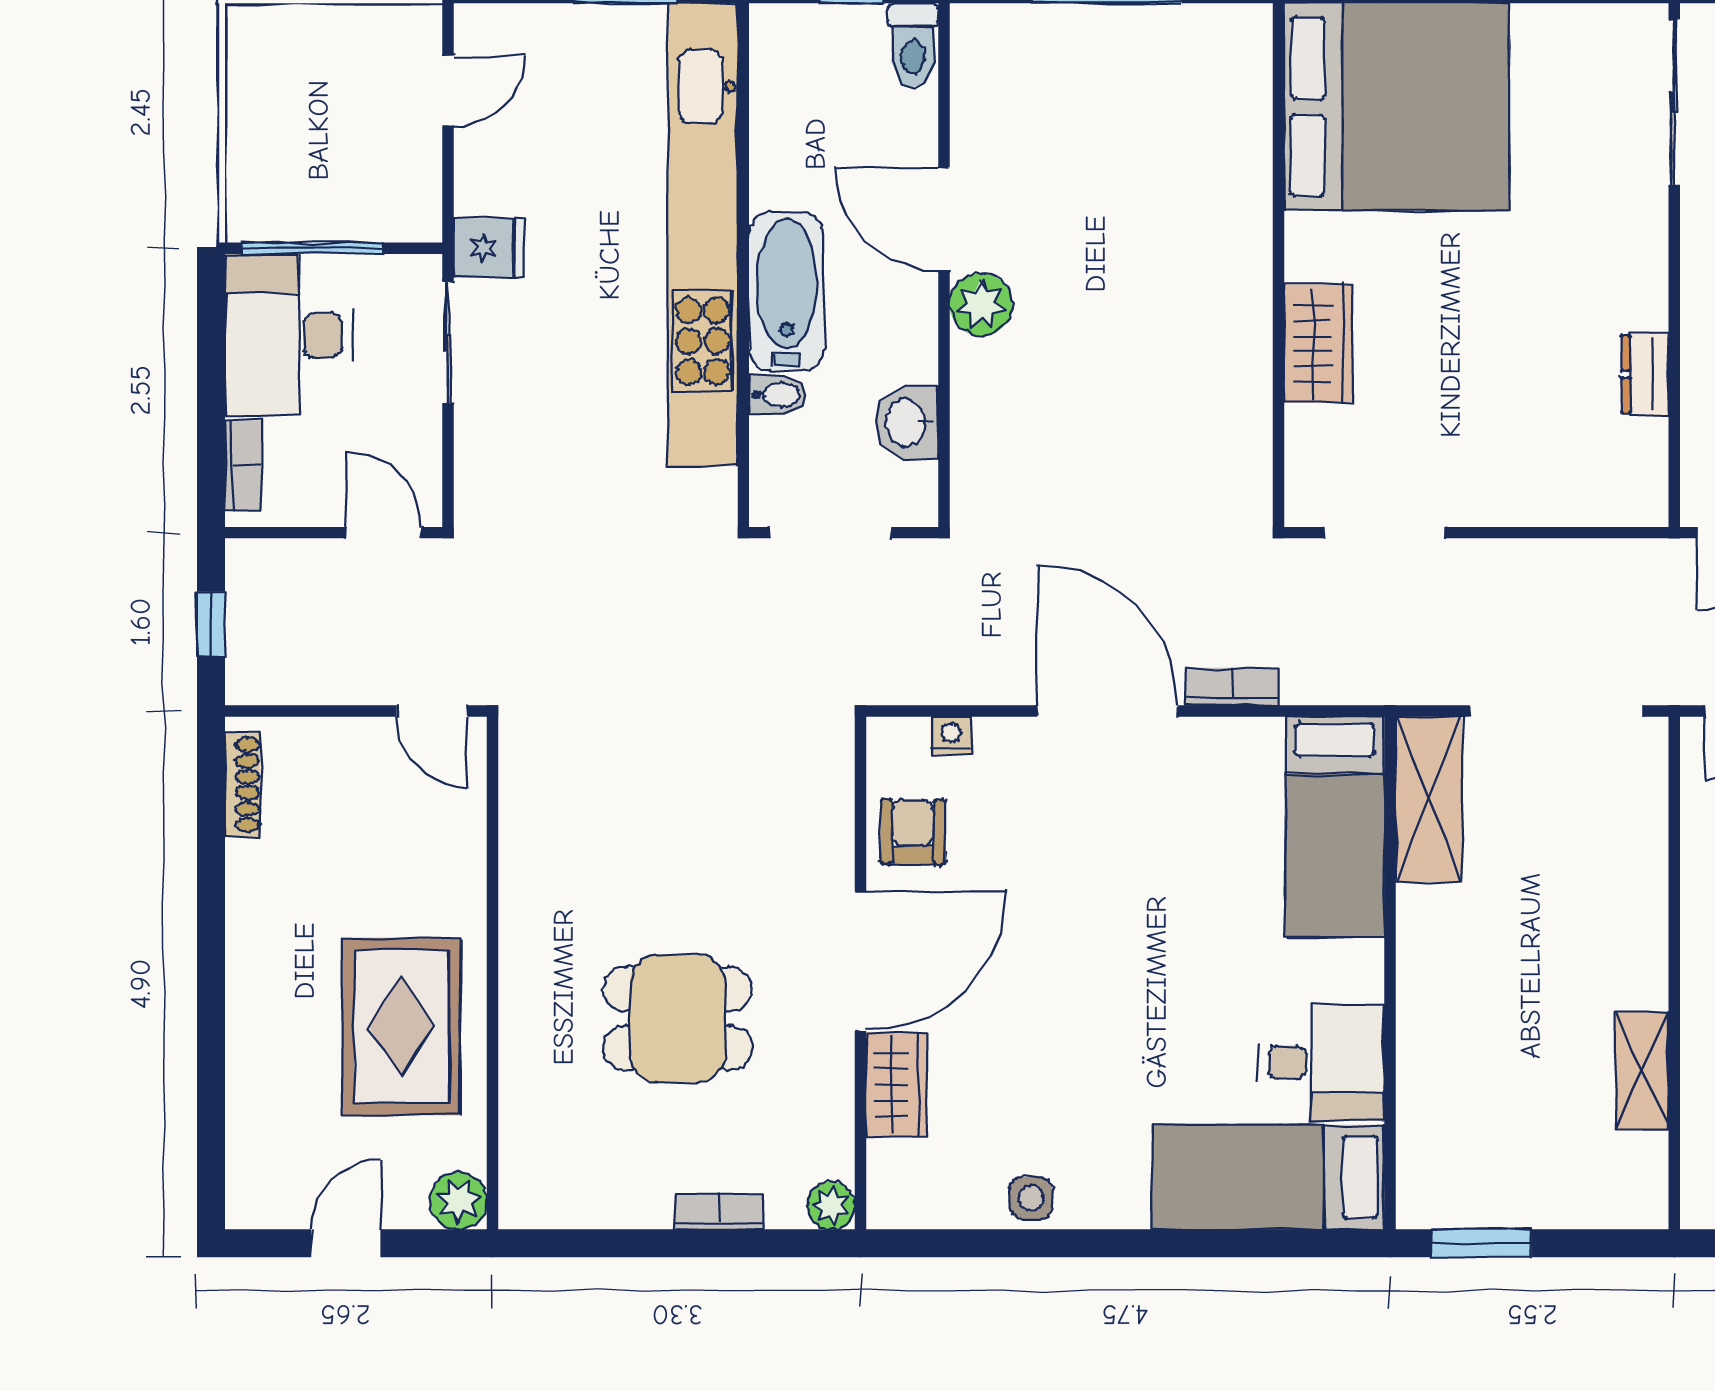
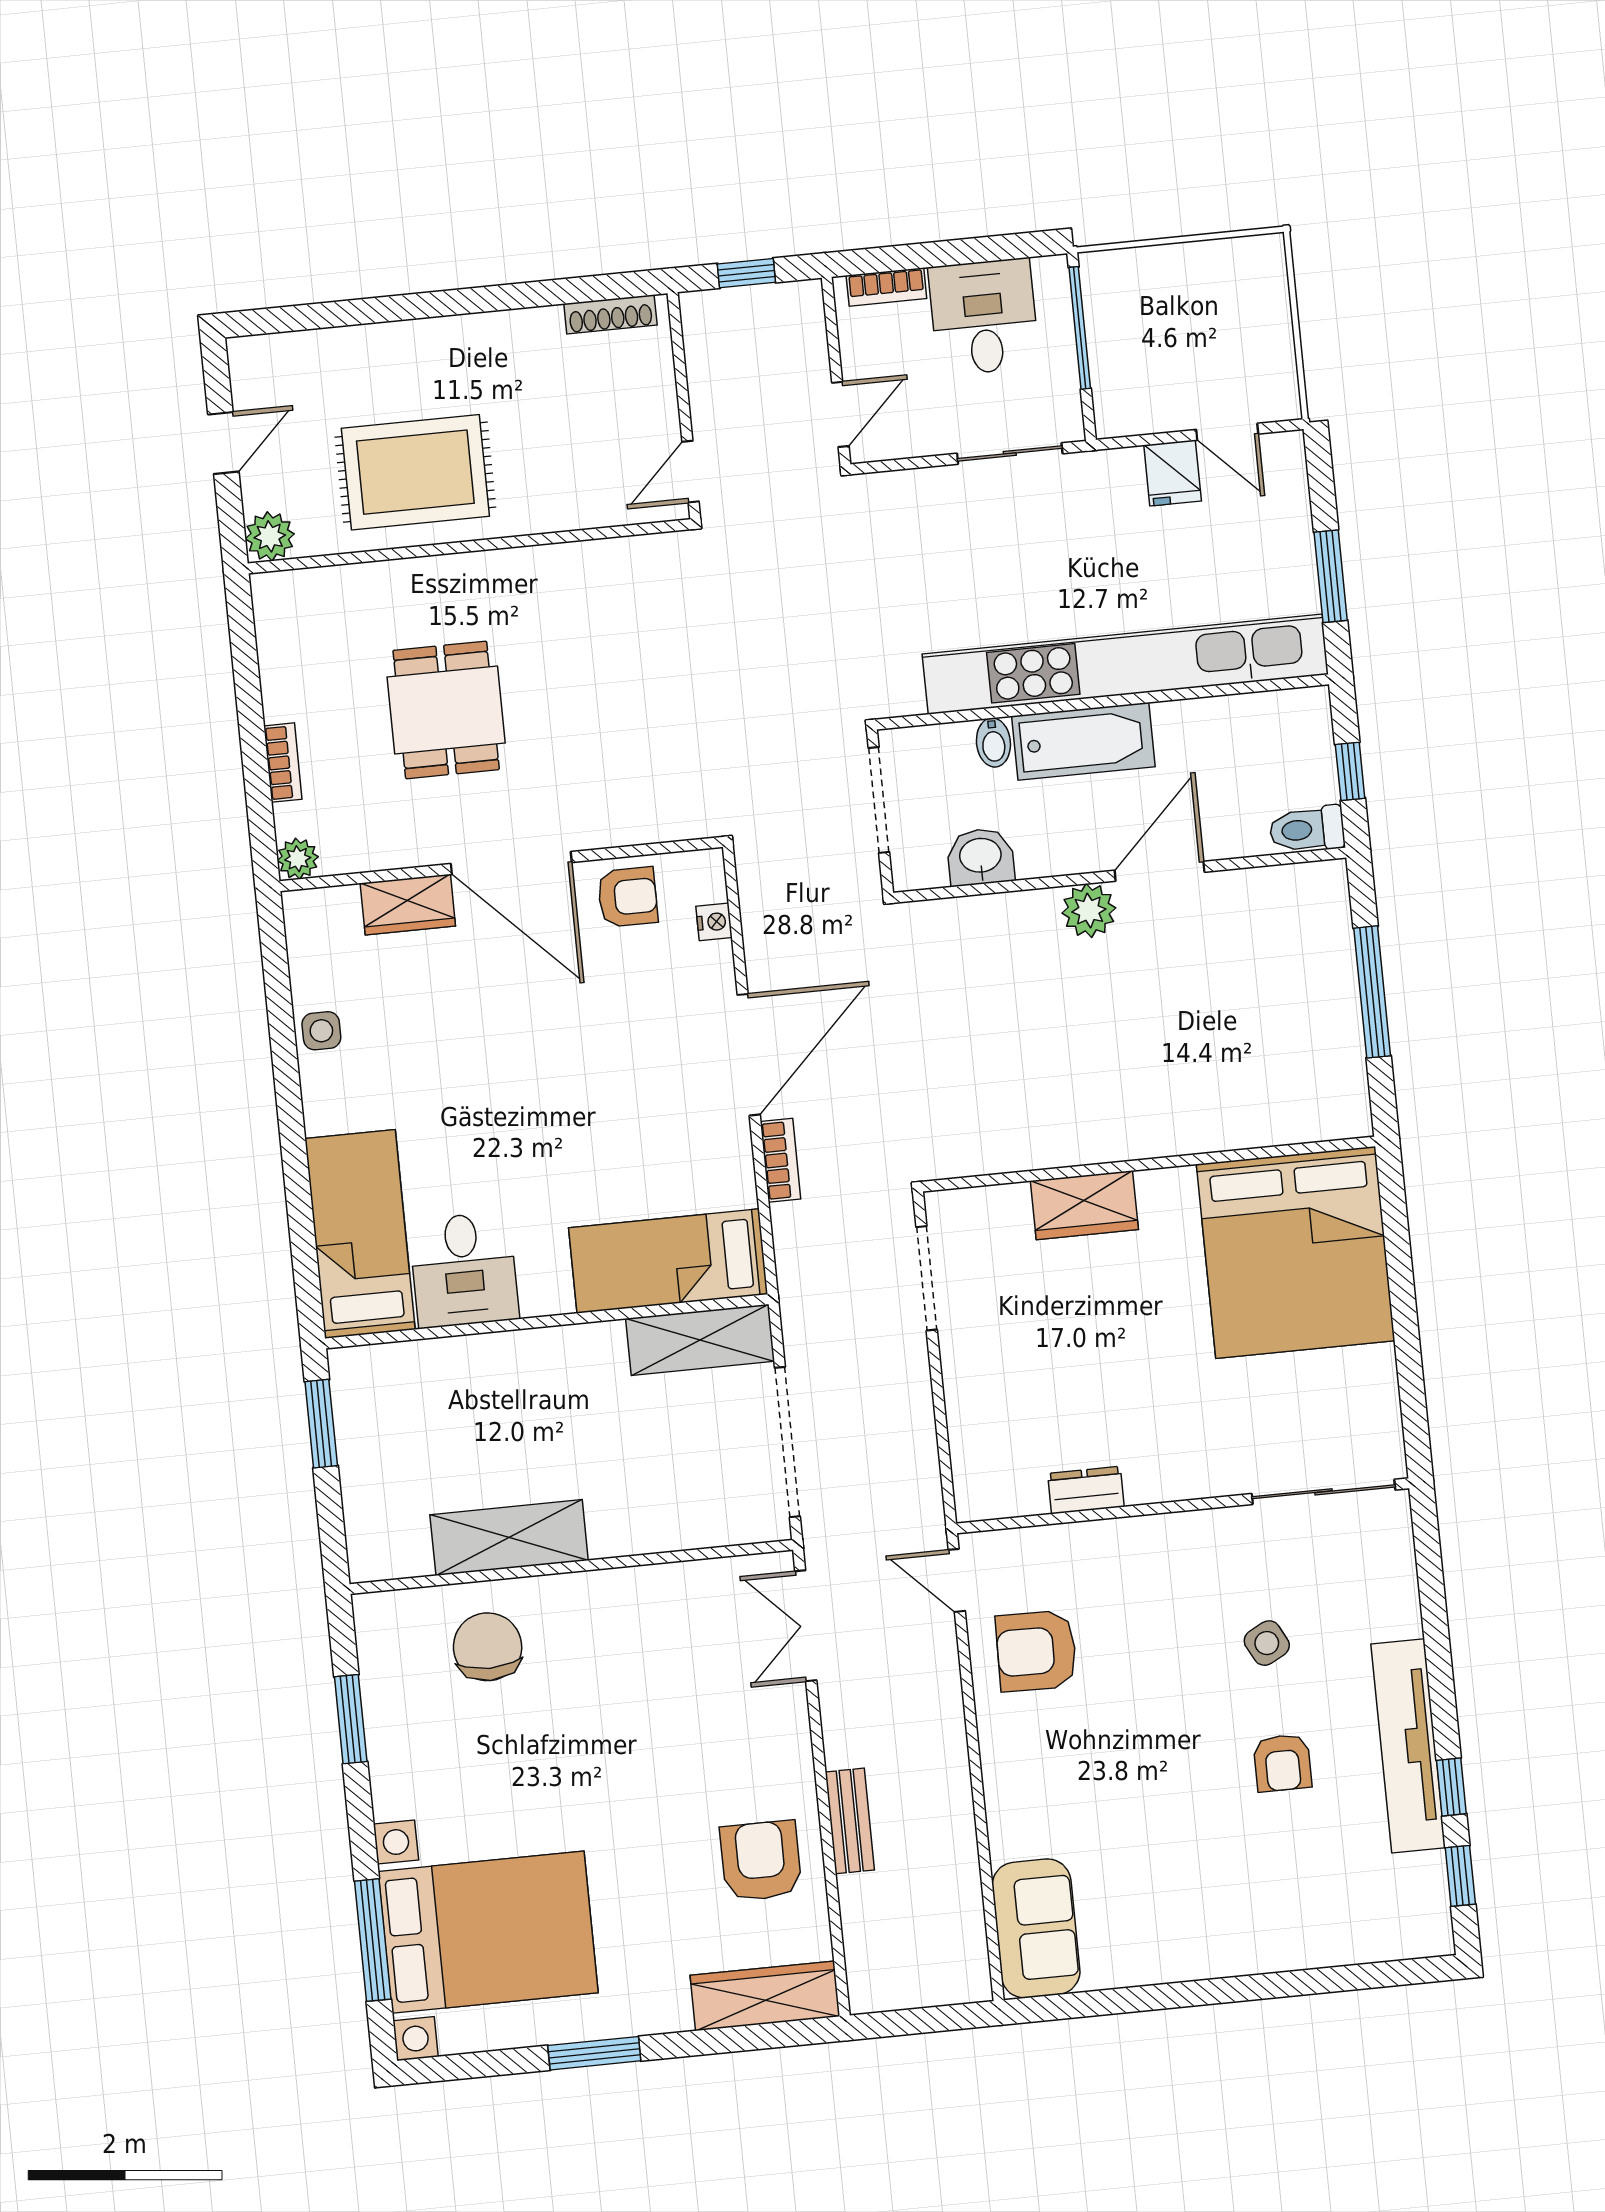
fridge: (489, 248) -> (1173, 473), moved
desk: (289, 335) -> (984, 317), width x0.73
shelving: (1642, 1070) -> (509, 1538), width x1.50, depth x1.33
door: (346, 1243) -> (223, 443), hinge flipped

